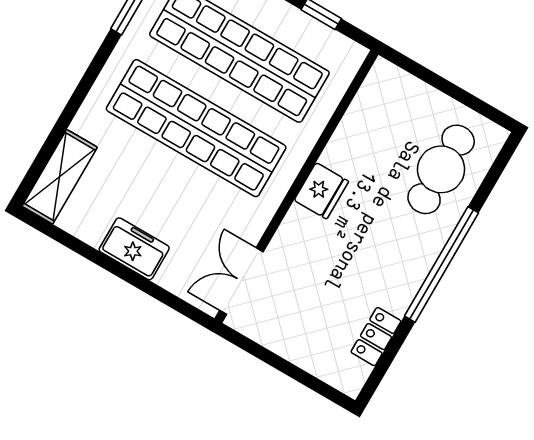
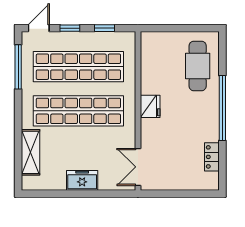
shelving: (60, 177) -> (30, 152), moved

